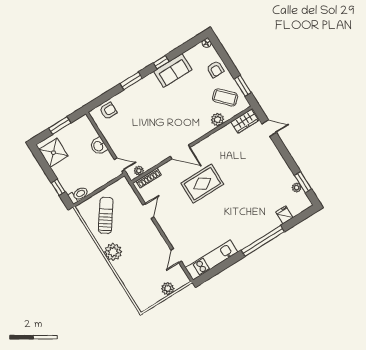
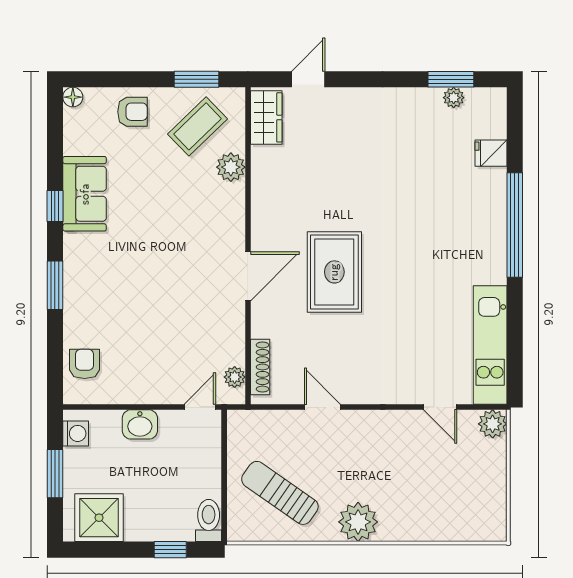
washing machine: (80, 124) -> (76, 433), added
plant: (168, 289) -> (493, 424), moved

